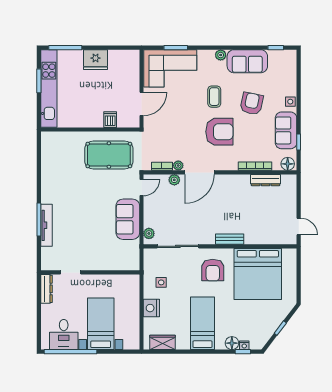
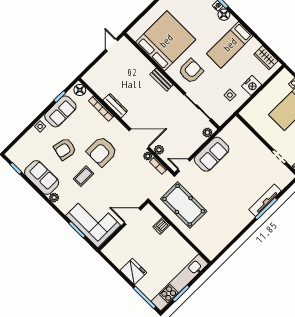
armchair: (219, 132) -> (102, 151), turned -90
dresser: (266, 180) -> (115, 106), moved

